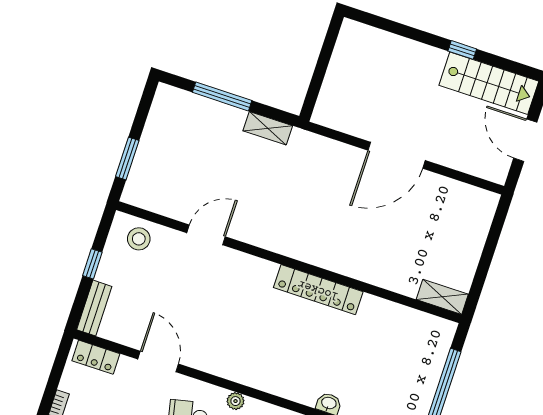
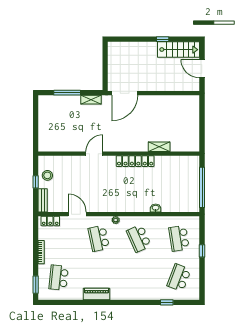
door: (397, 155) -> (125, 93), moved
window: (127, 158) -> (36, 132), removed
door: (206, 235) -> (94, 154), moved
stool: (139, 239) -> (47, 175), moved
shelving: (442, 297) -> (159, 147), moved

